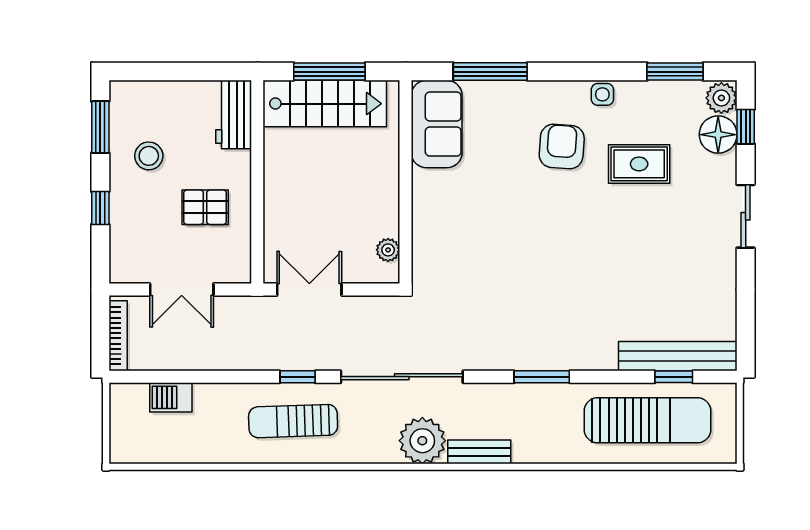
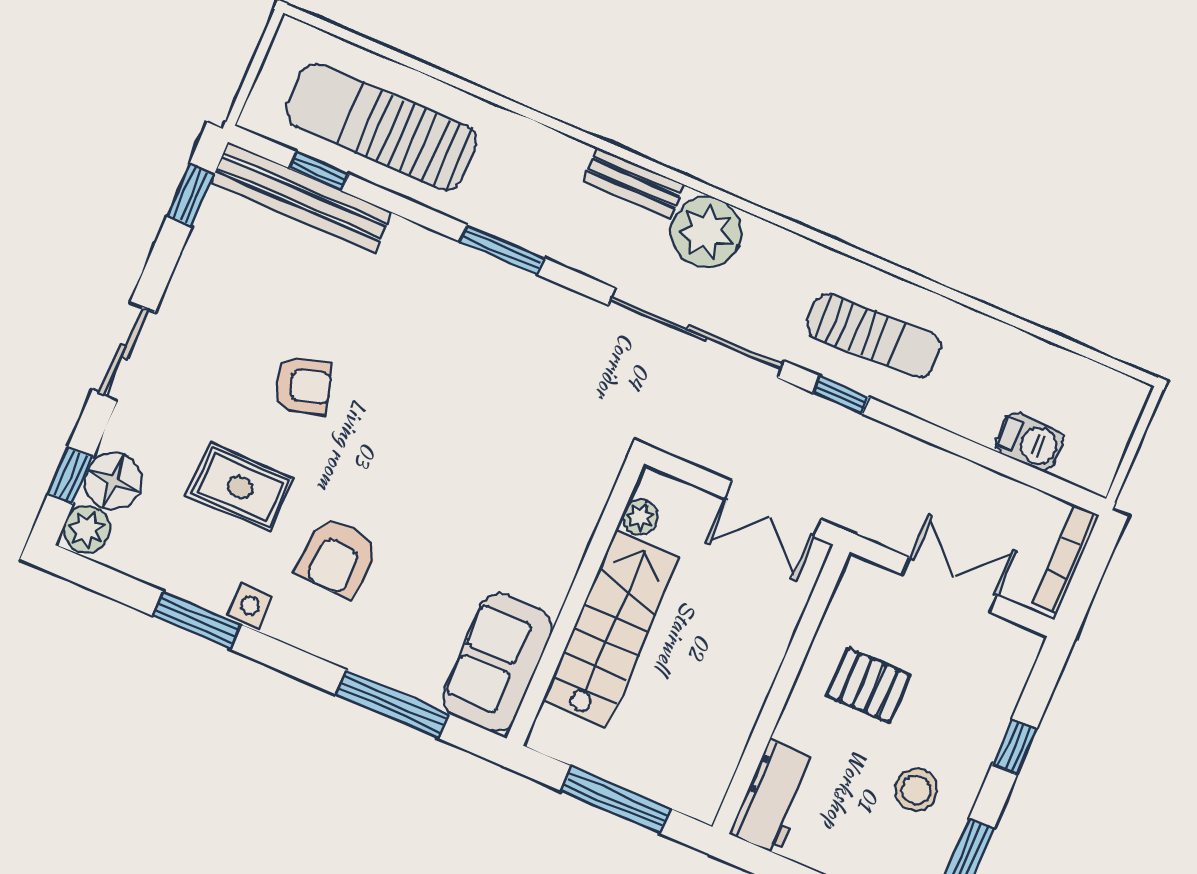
window: (675, 72) -> (197, 620), moved
stairs: (325, 104) -> (611, 629), moved, turned 90
armchair: (628, 242) -> (303, 385), added
window: (746, 329) -> (191, 195), added

